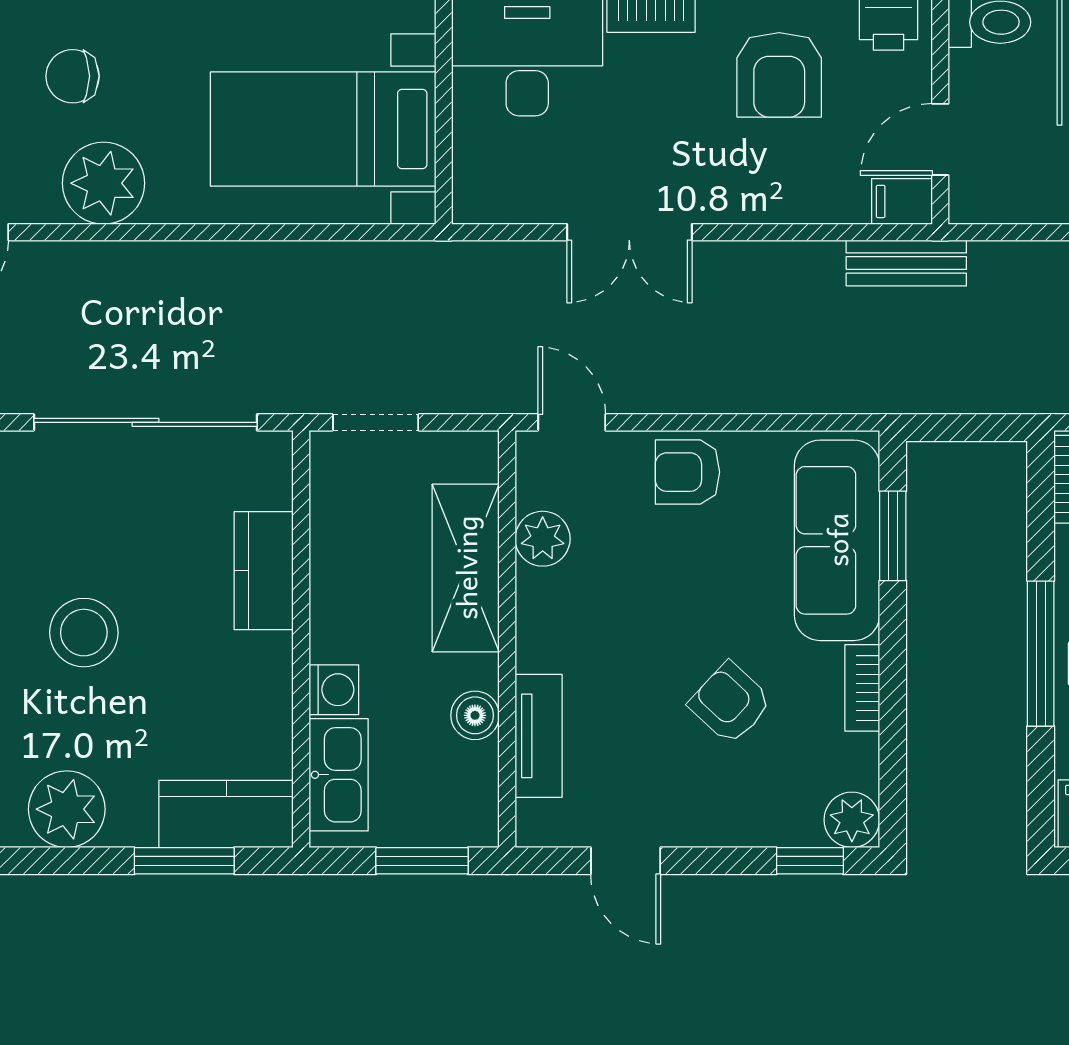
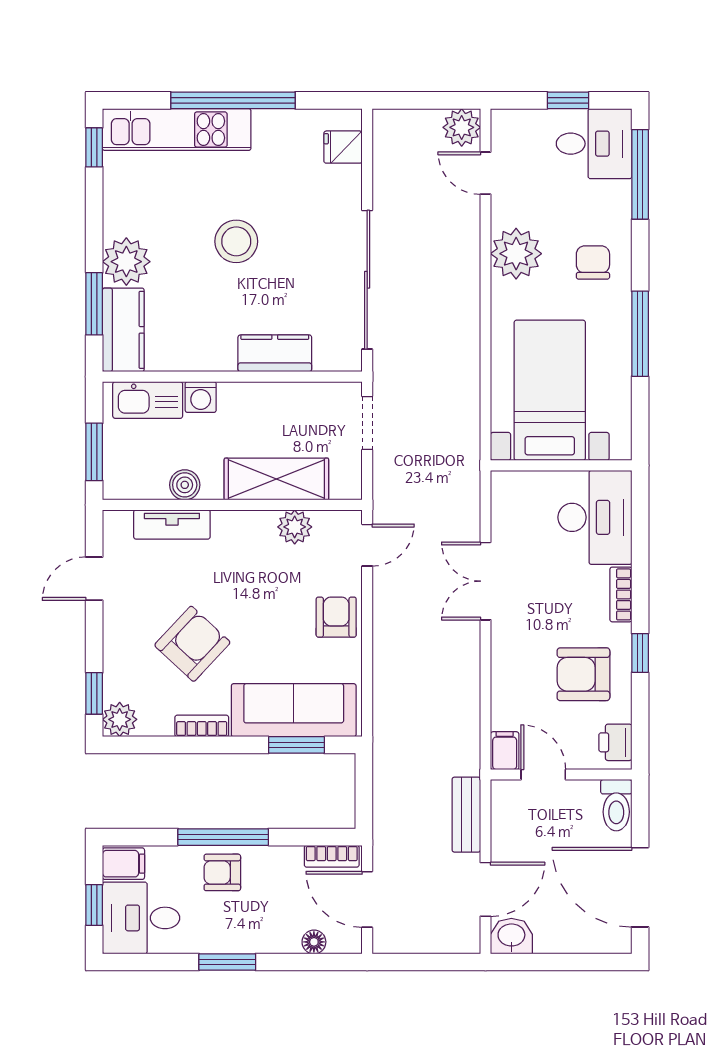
chair: (73, 76) -> (593, 262), moved
bench: (906, 263) -> (466, 815), moved
armchair: (730, 703) -> (192, 644), width x1.38, depth x1.38
plant: (67, 809) -> (126, 262), moved

